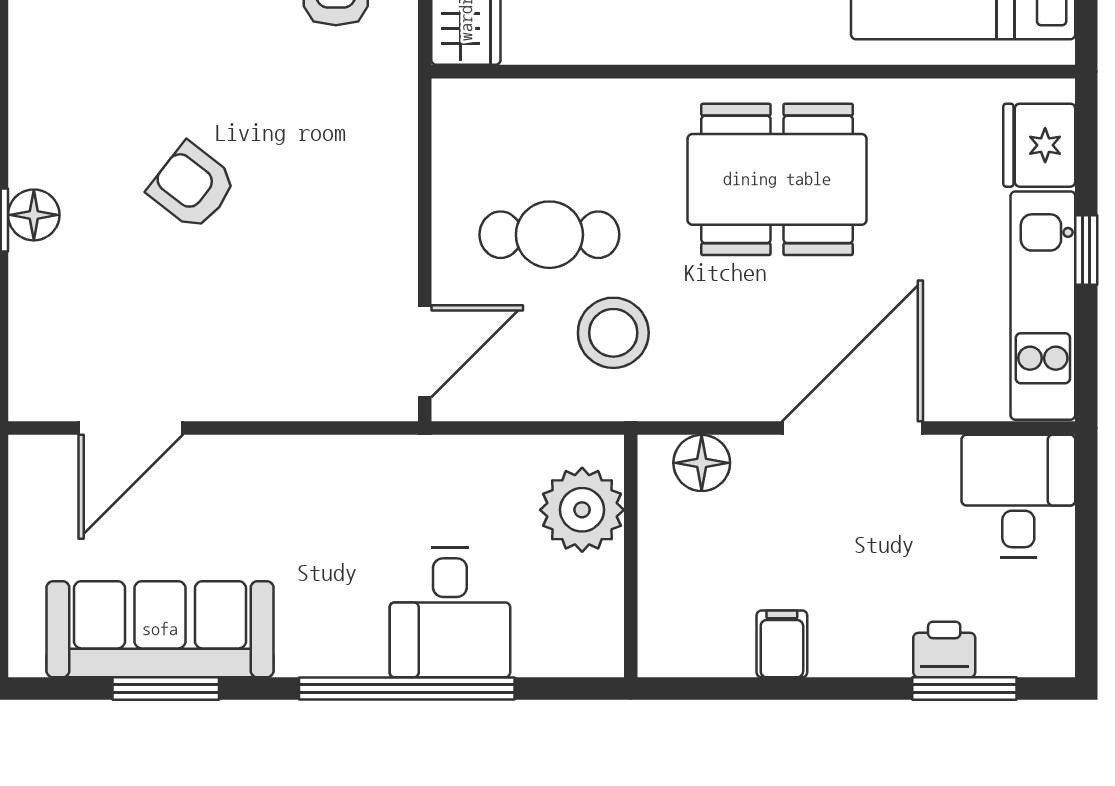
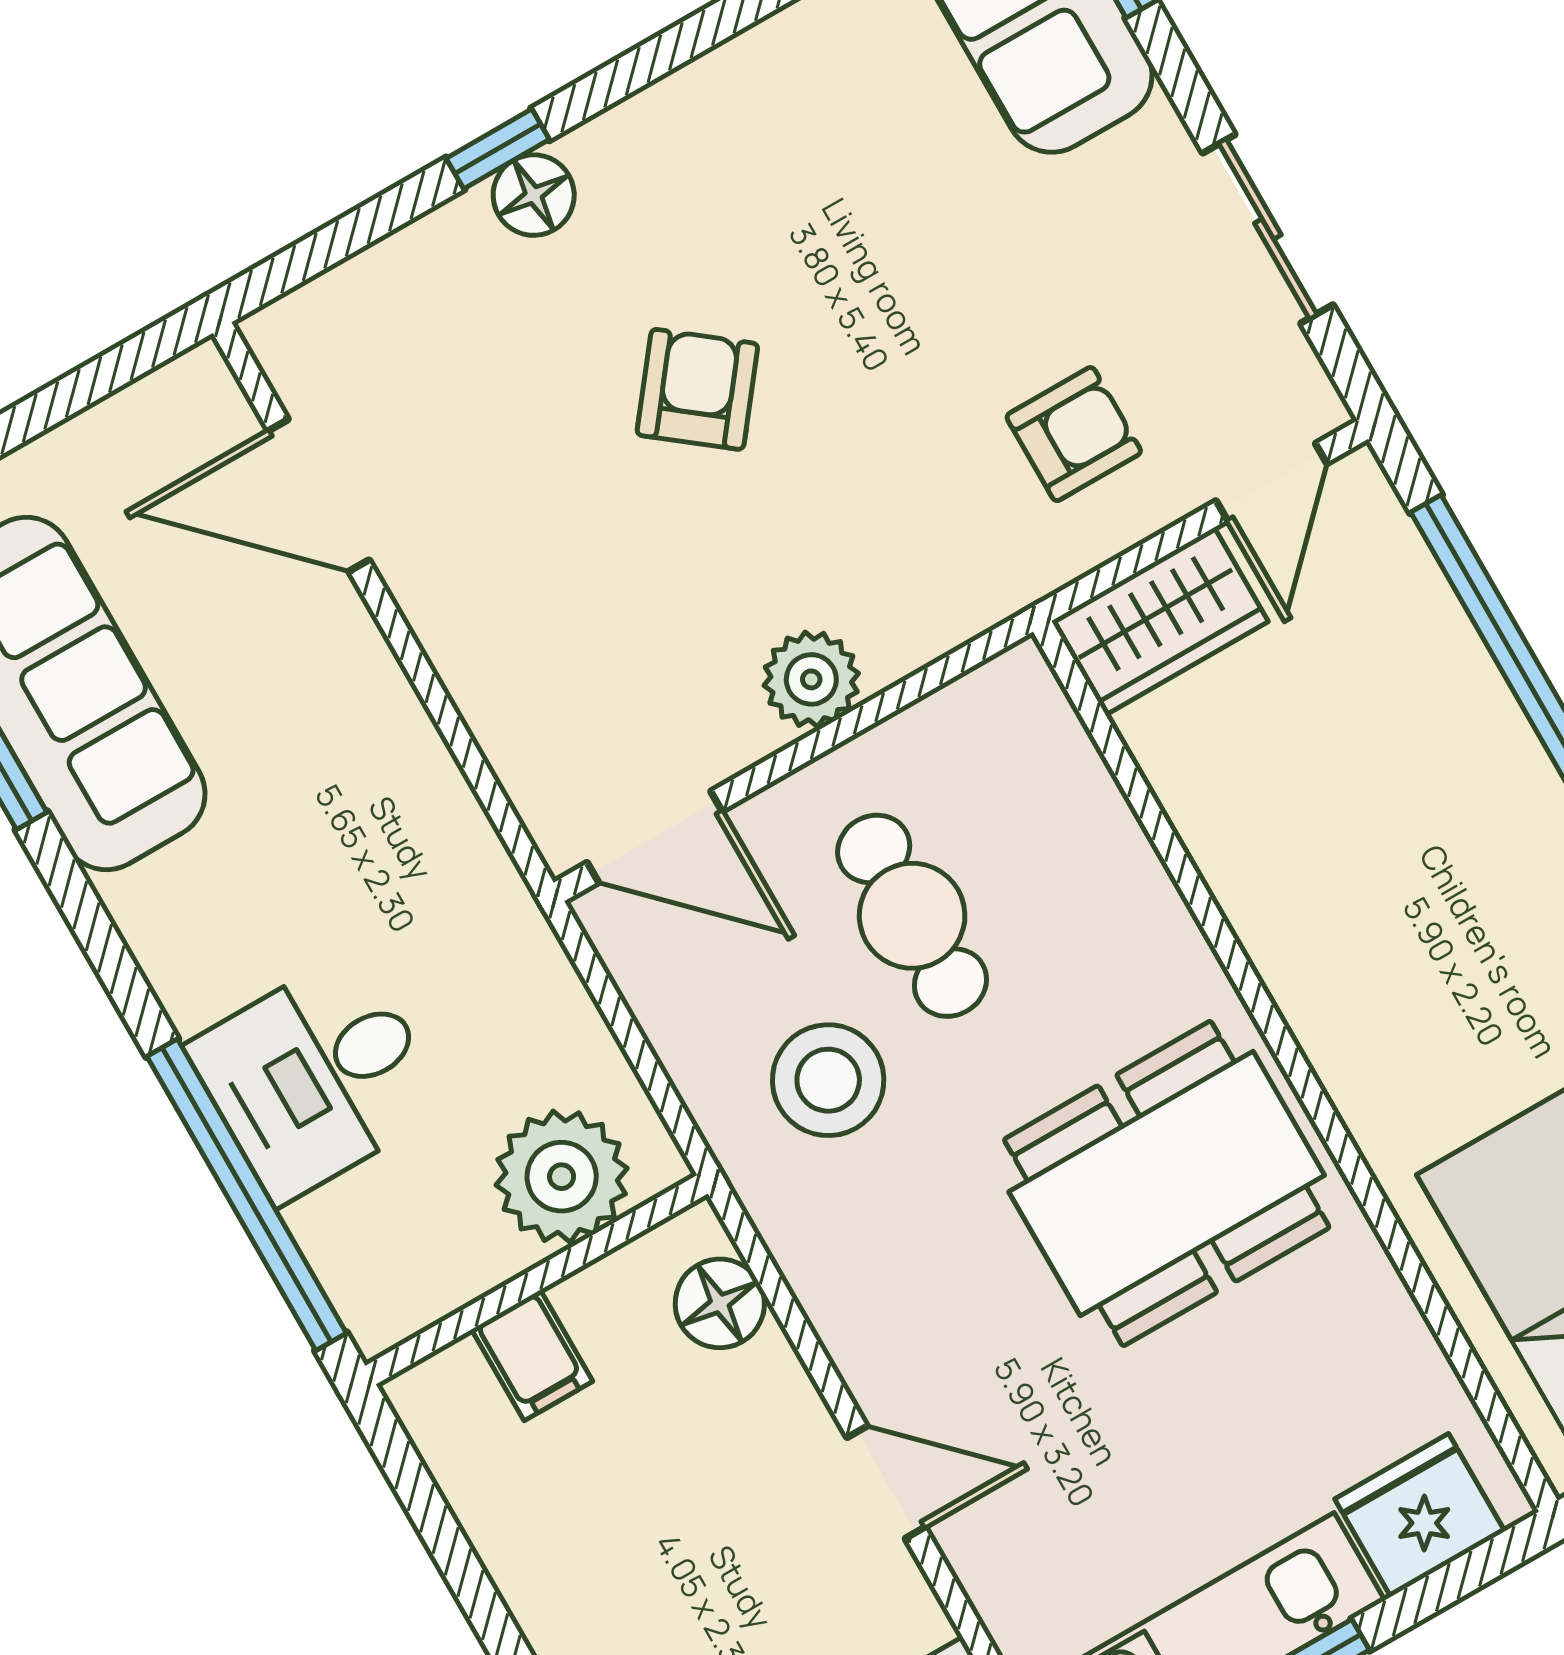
dining table: (777, 179) -> (1167, 1184), turned 90
plant: (388, 215) -> (811, 679), added
door: (853, 428) -> (886, 1482), width x0.53
filing cabinet: (782, 644) -> (532, 1355), moved, turned 90
window: (407, 689) -> (247, 1195), moved

